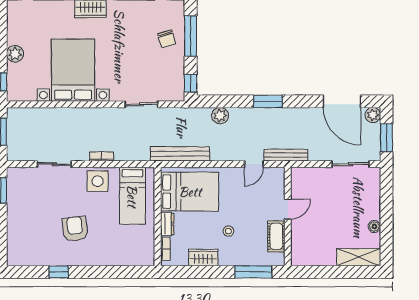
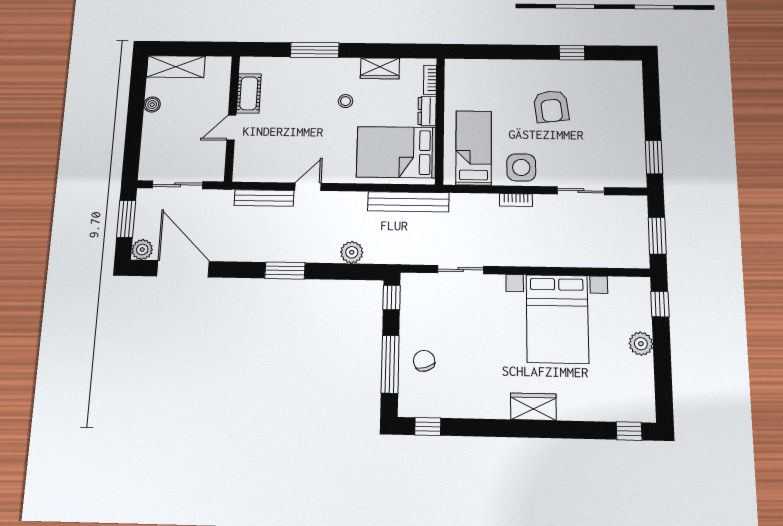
door: (288, 209) -> (231, 128), moved
wall: (288, 217) -> (232, 118), moved
cot: (276, 236) -> (249, 93), moved

